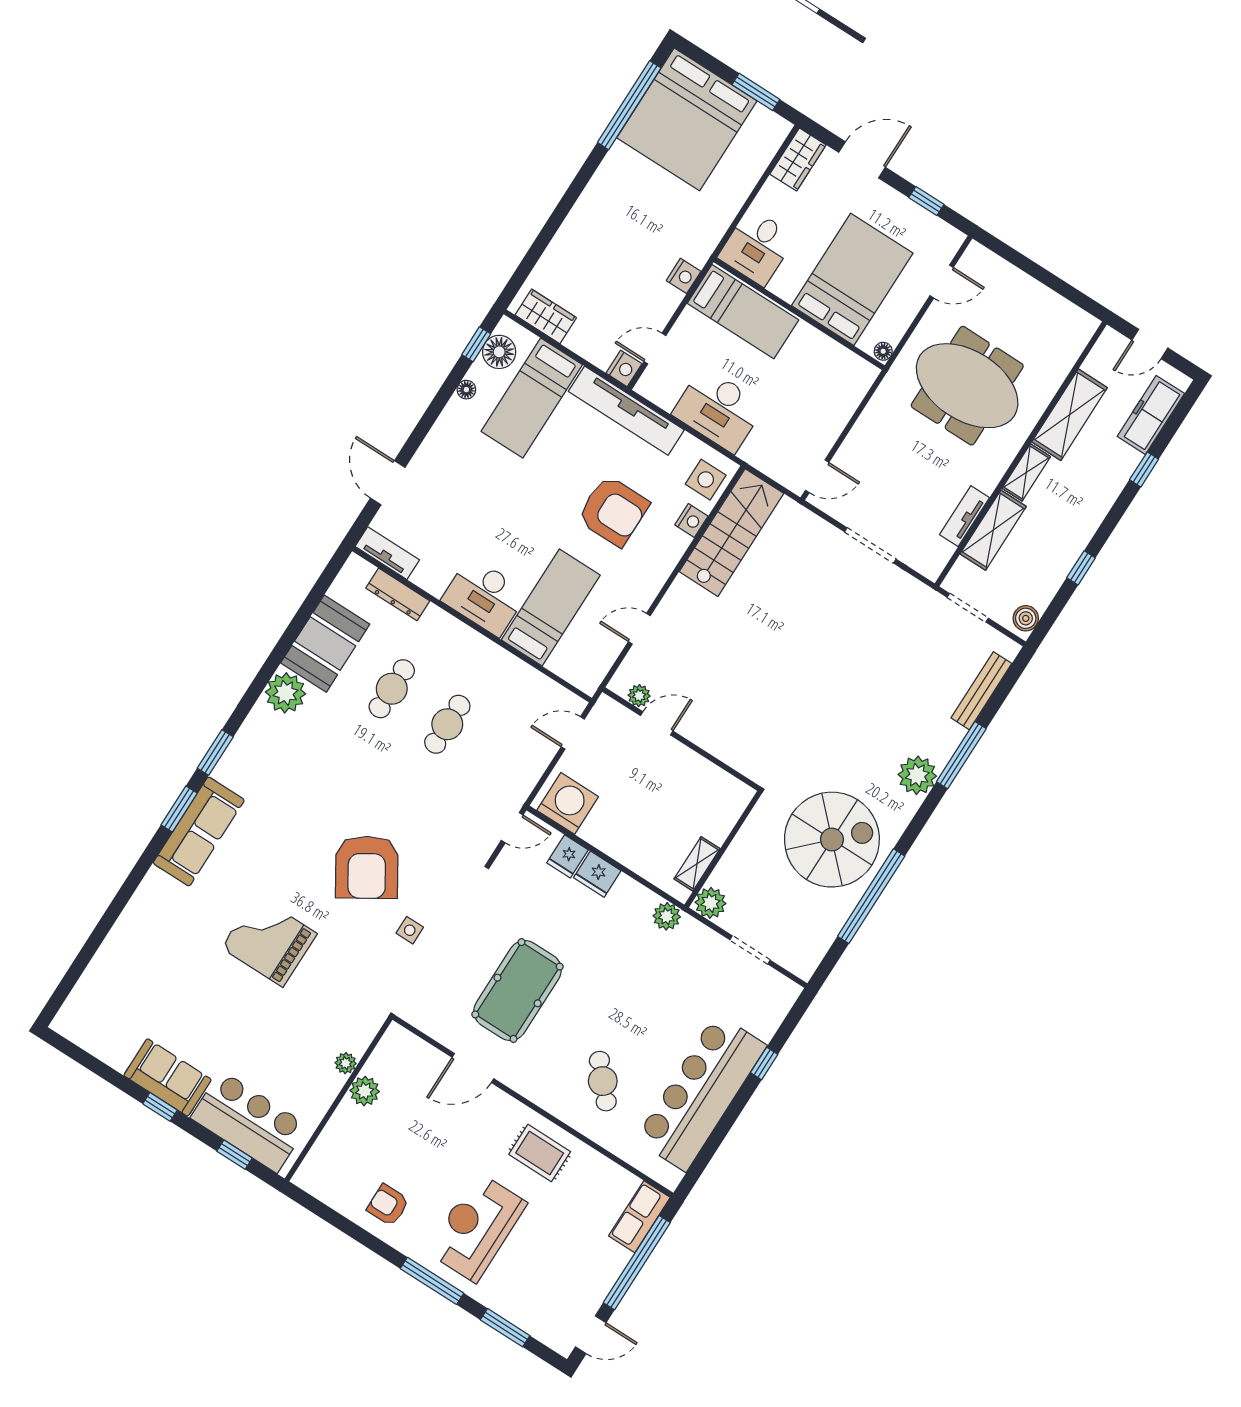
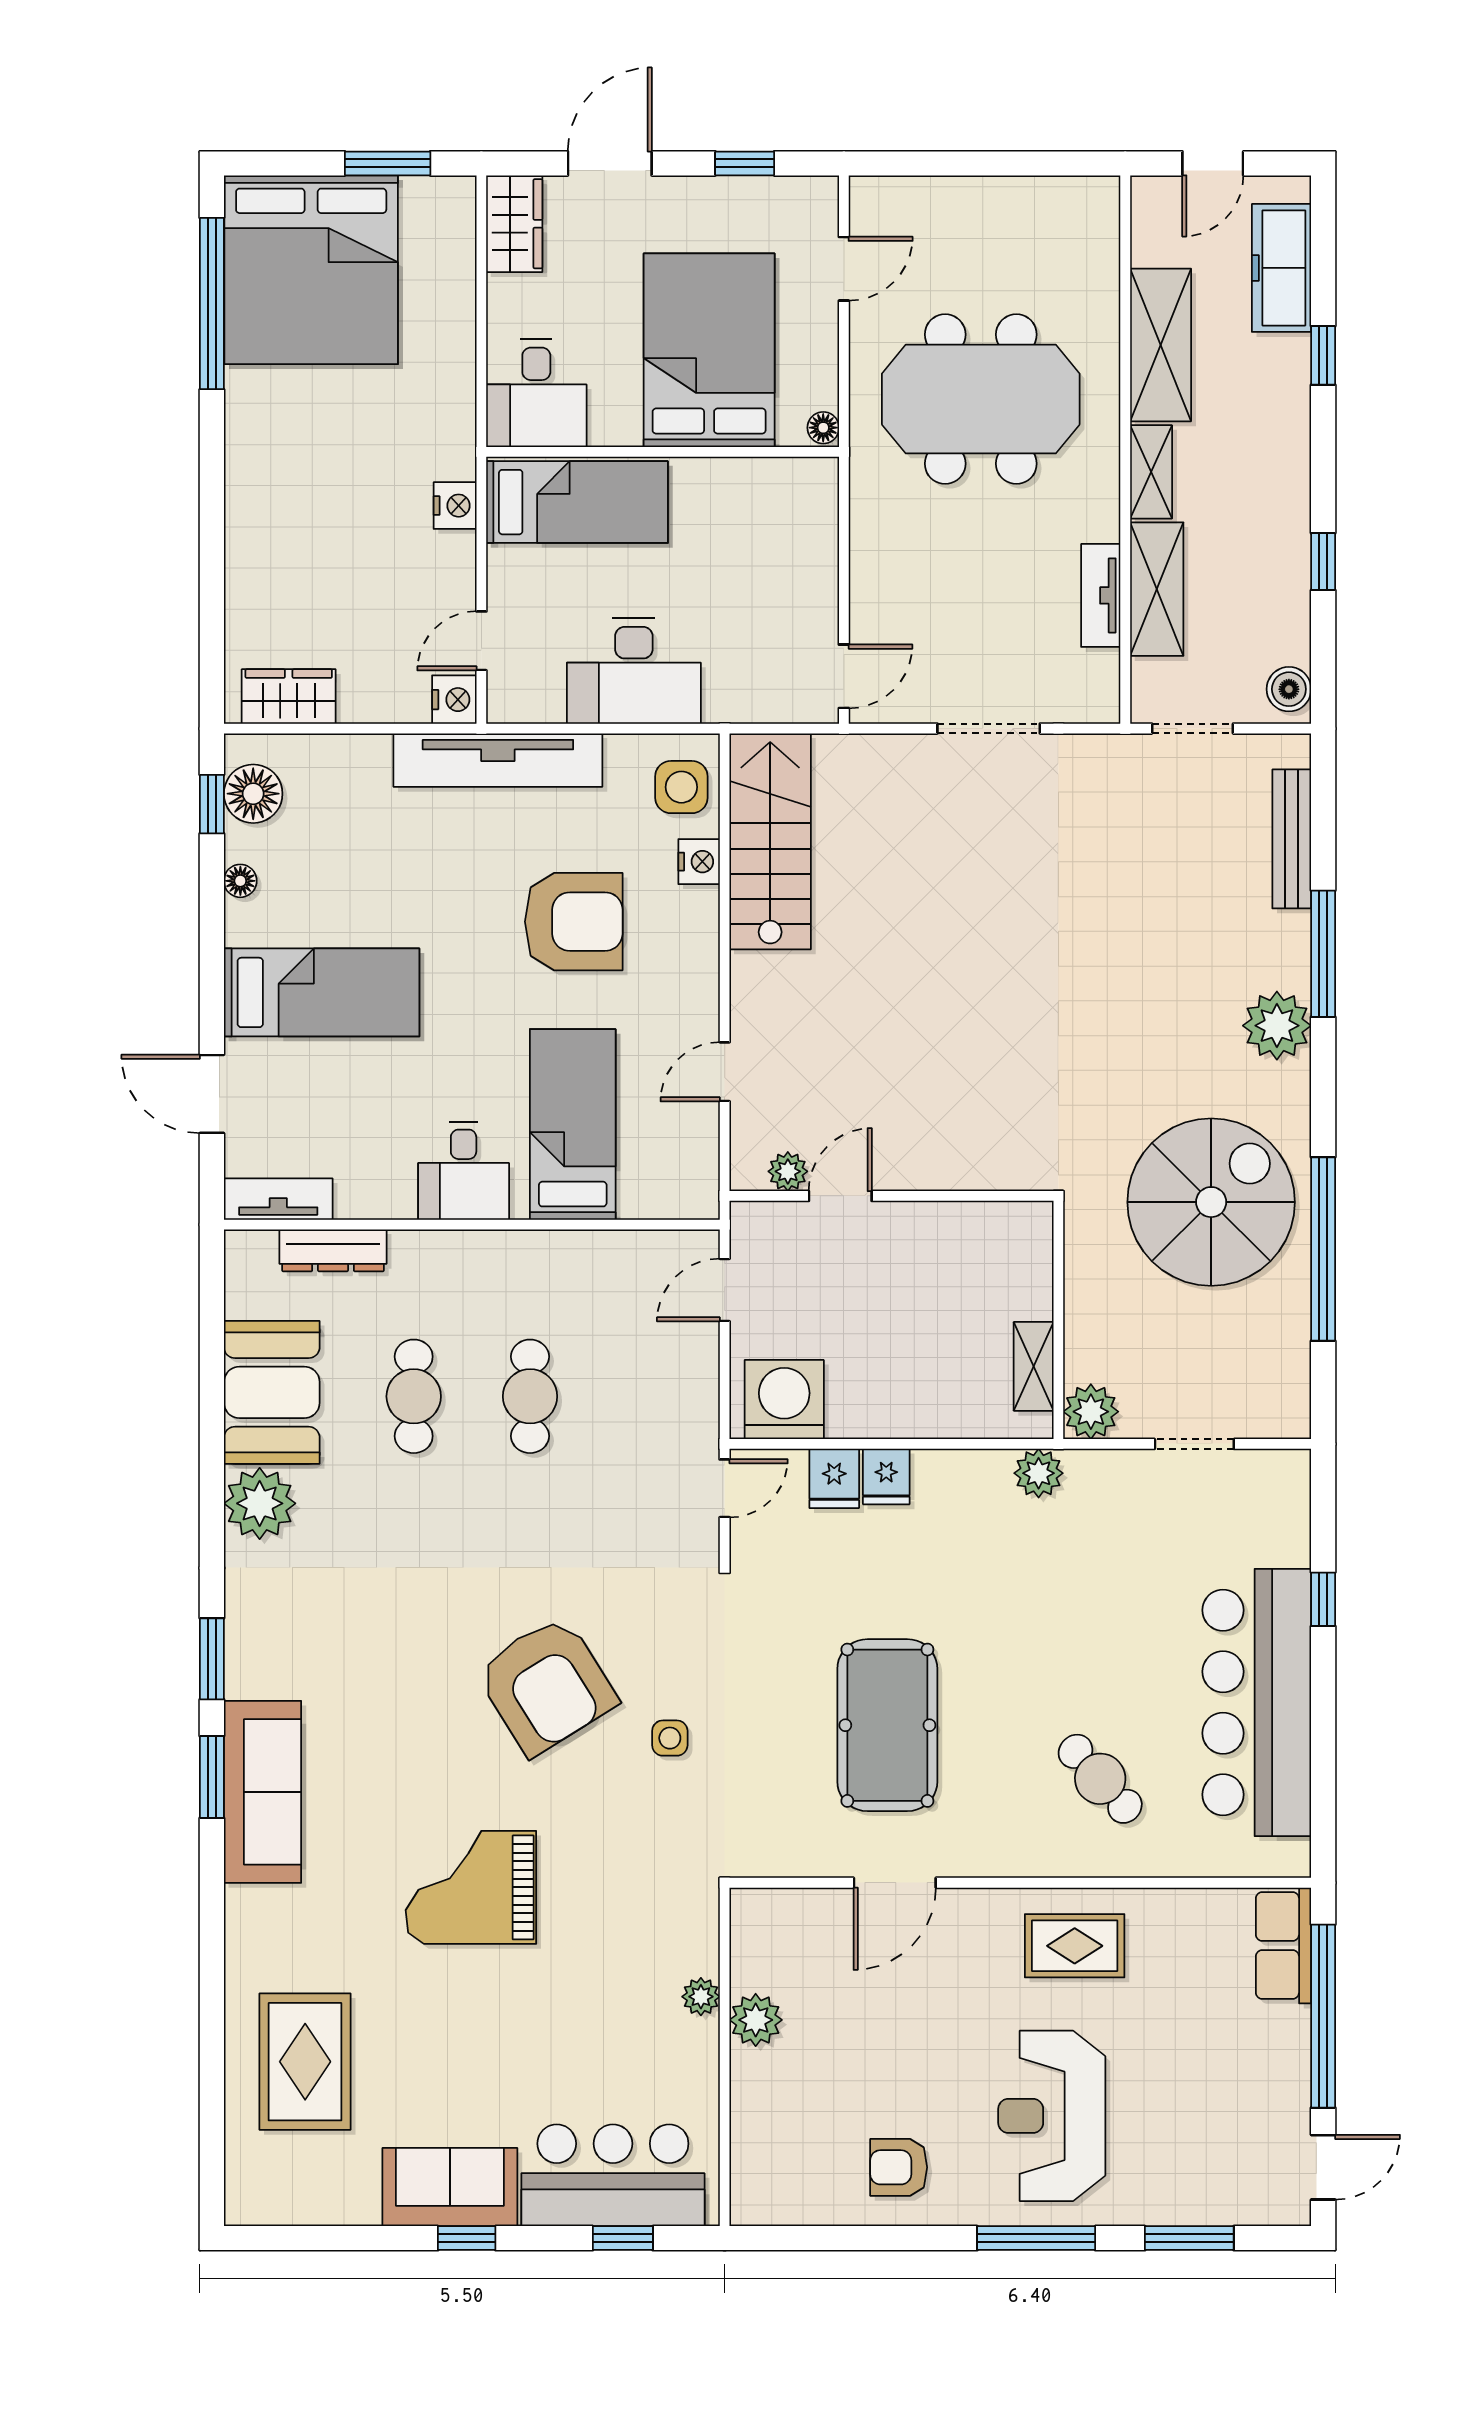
bed: (532, 398) -> (322, 992), moved, turned -90
desk: (484, 596) -> (464, 1171), width x0.73
fridge: (597, 874) -> (886, 1477), width x0.72
rug: (137, 973) -> (305, 2062), added

